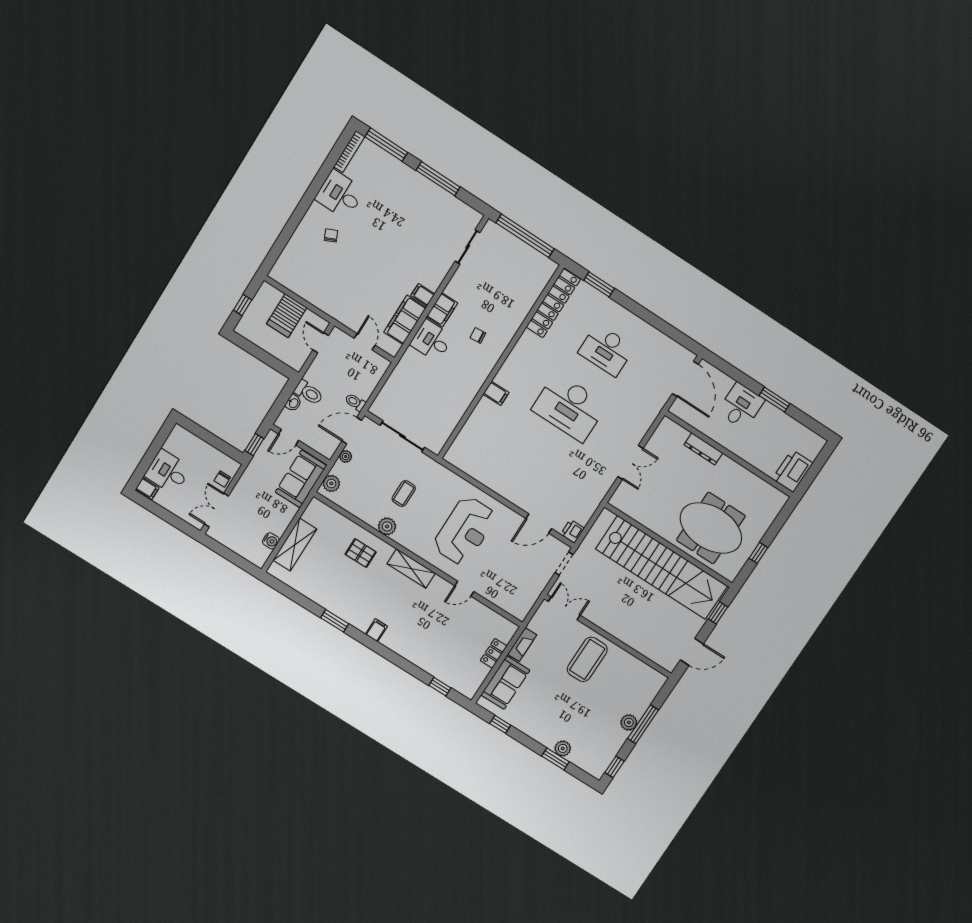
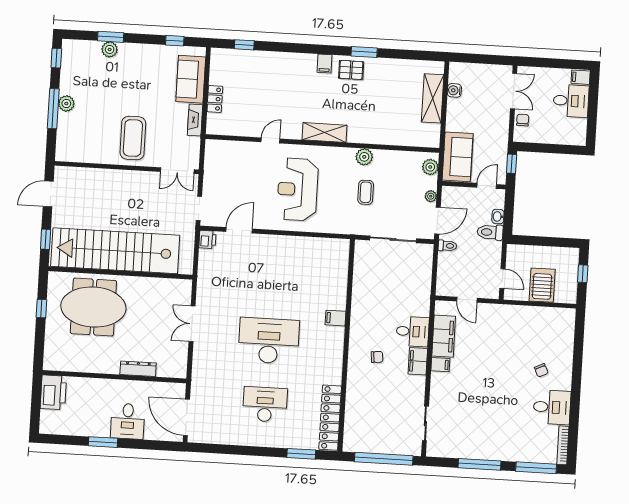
pallet: (361, 553) -> (351, 70), moved

